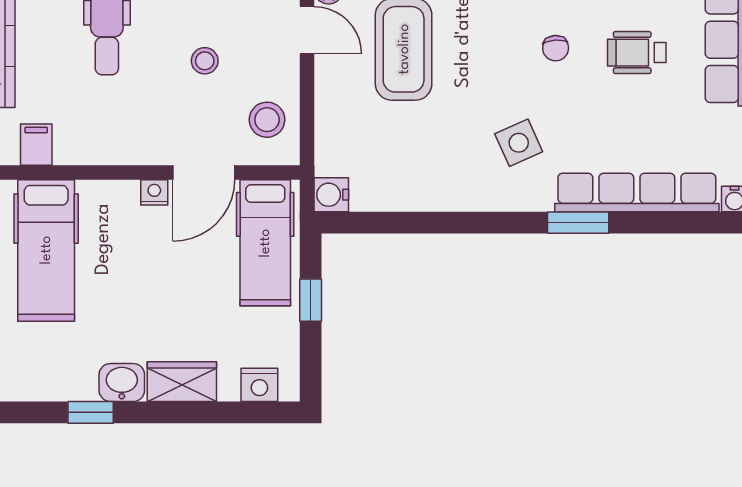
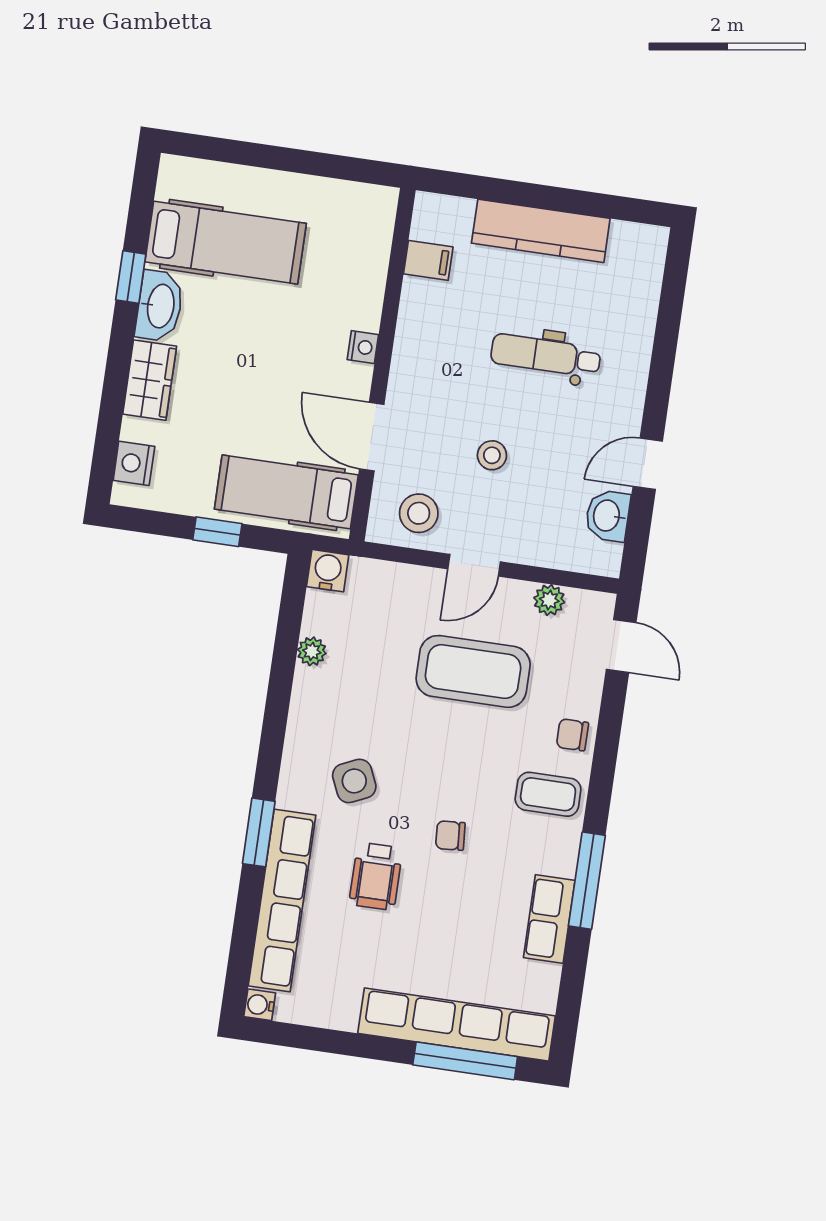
door: (307, 30) -> (474, 565), moved
wheelchair: (637, 53) -> (376, 876), moved, turned 180
nightstand: (154, 192) -> (363, 347), moved
plant: (407, 198) -> (312, 651), added
hospital bed: (46, 250) -> (226, 243), moved, turned 180
washbasin: (122, 383) -> (160, 306), width x1.38

